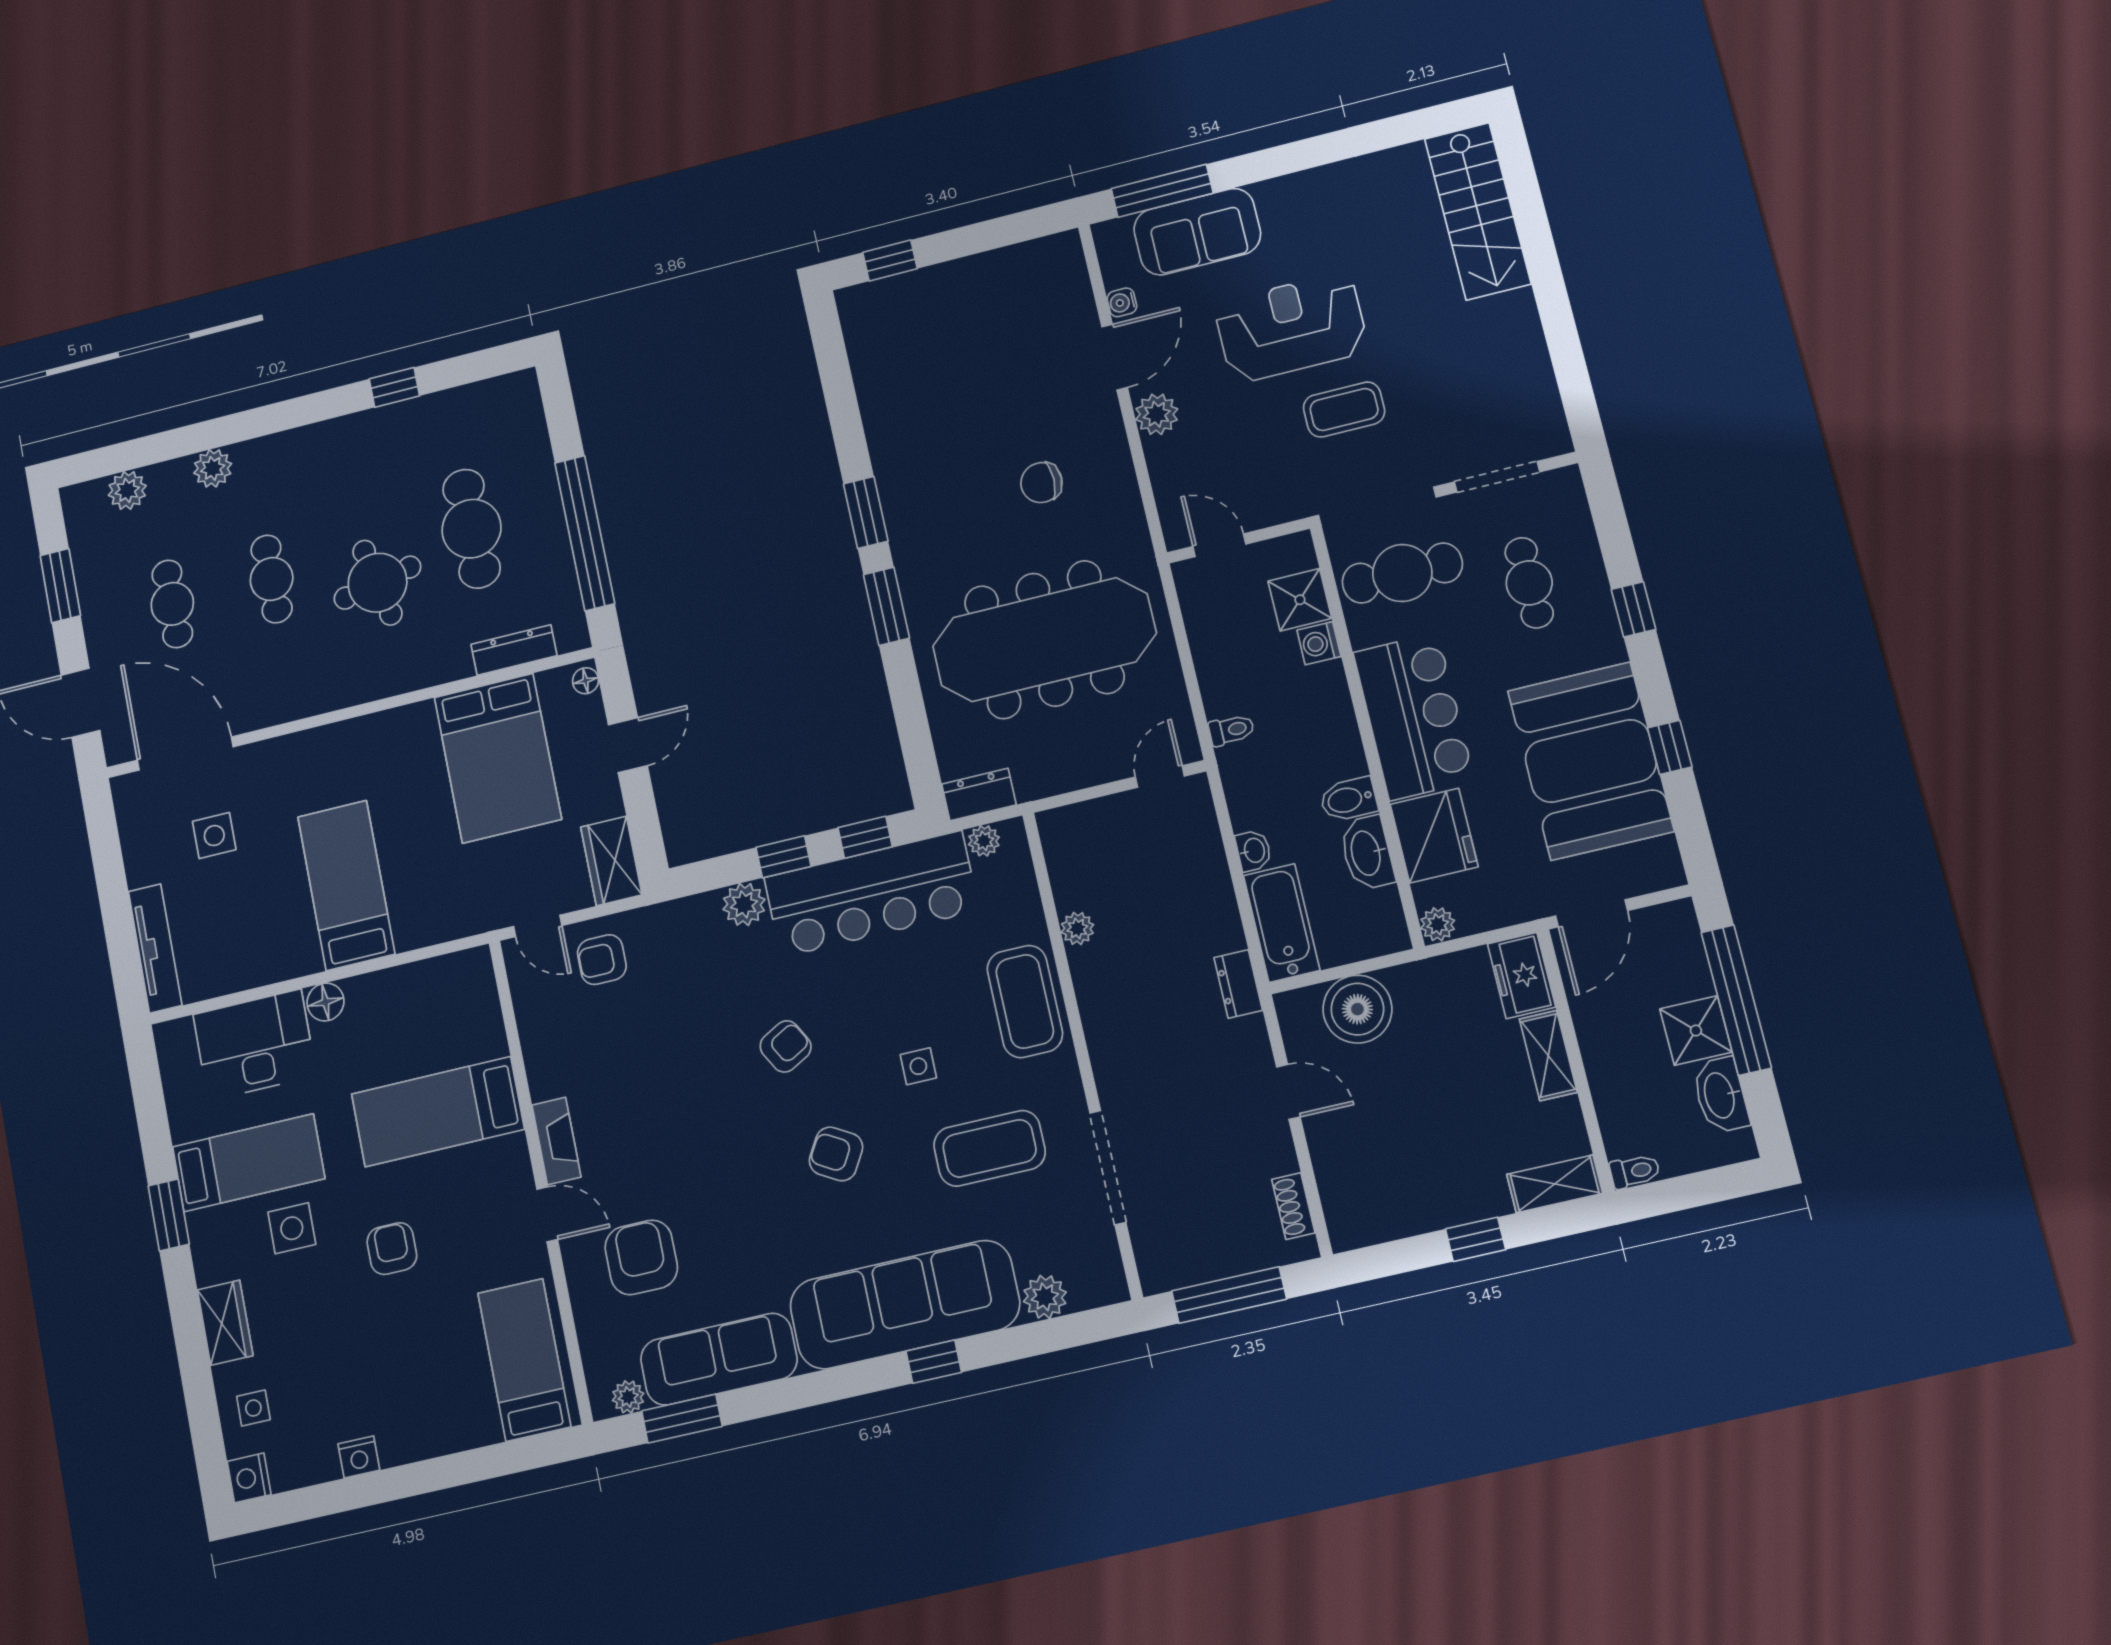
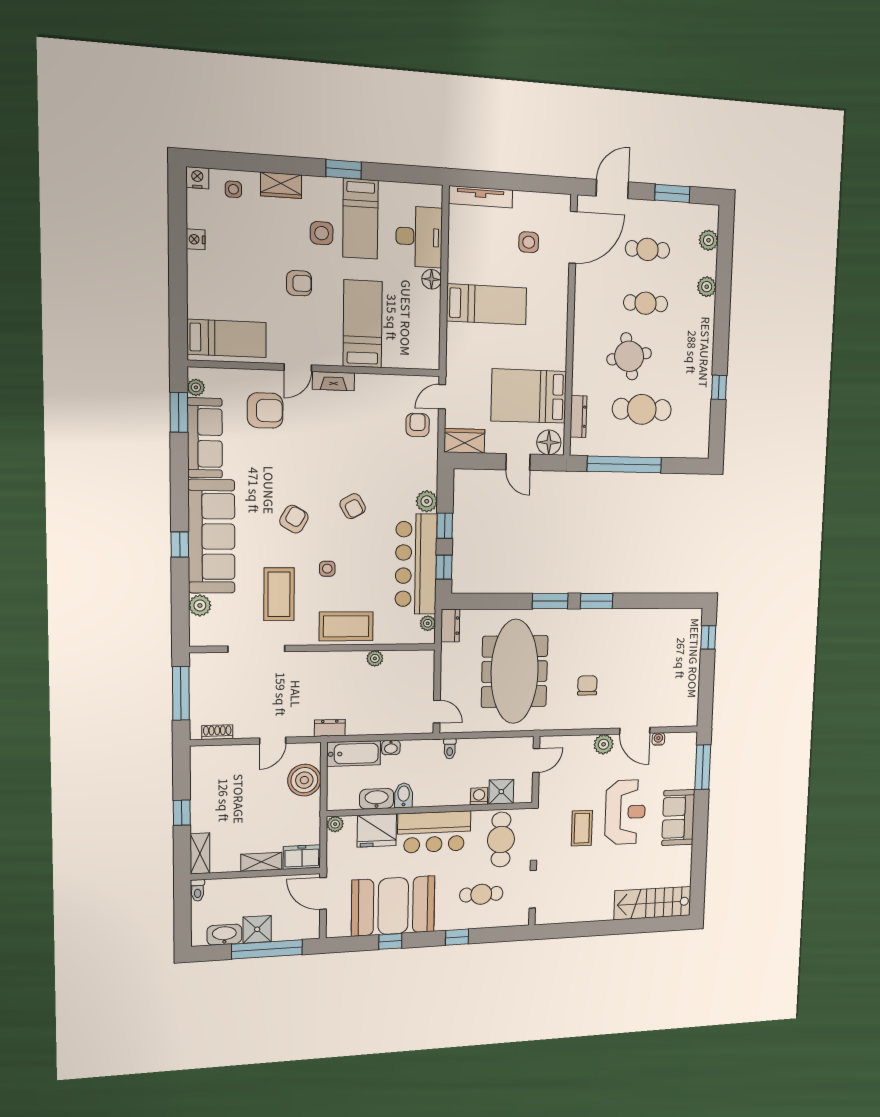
sofa: (1197, 232) -> (678, 818), moved
floor lamp: (586, 681) -> (549, 442), width x1.89, depth x1.89

